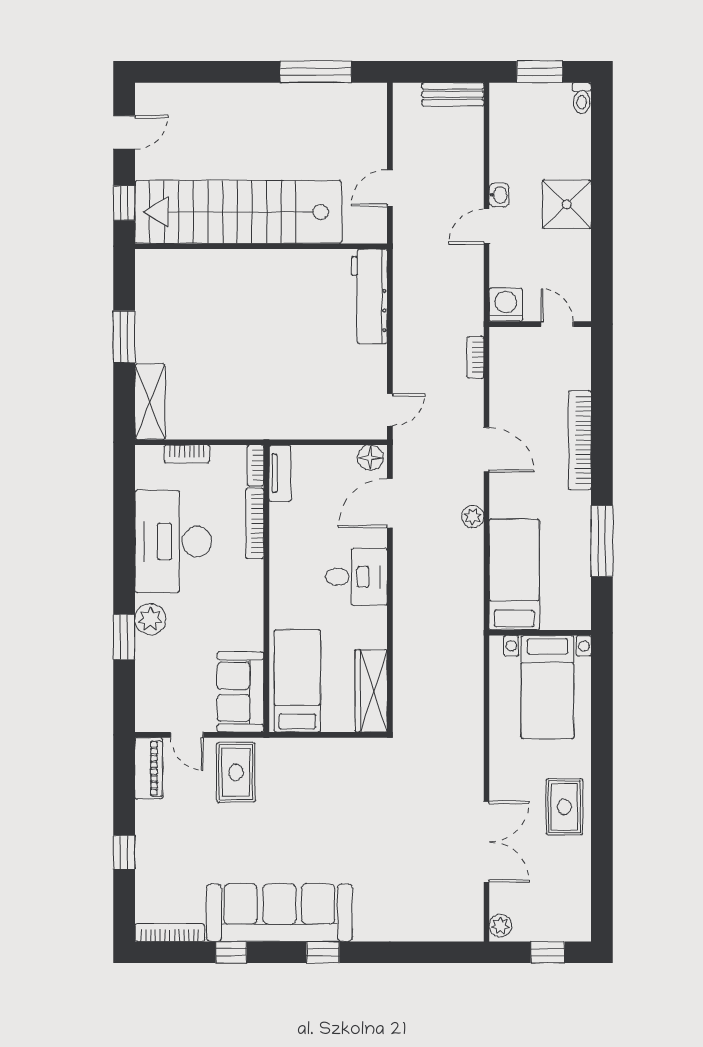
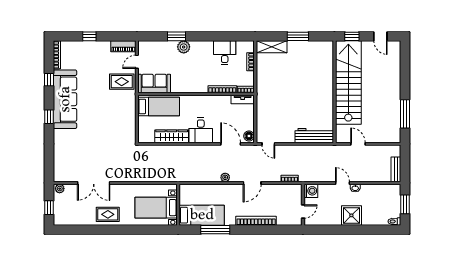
desk: (173, 542) -> (225, 53), width x0.53, depth x0.77
bed: (514, 575) -> (202, 215), moved
wardrobe: (371, 691) -> (172, 136), moved

